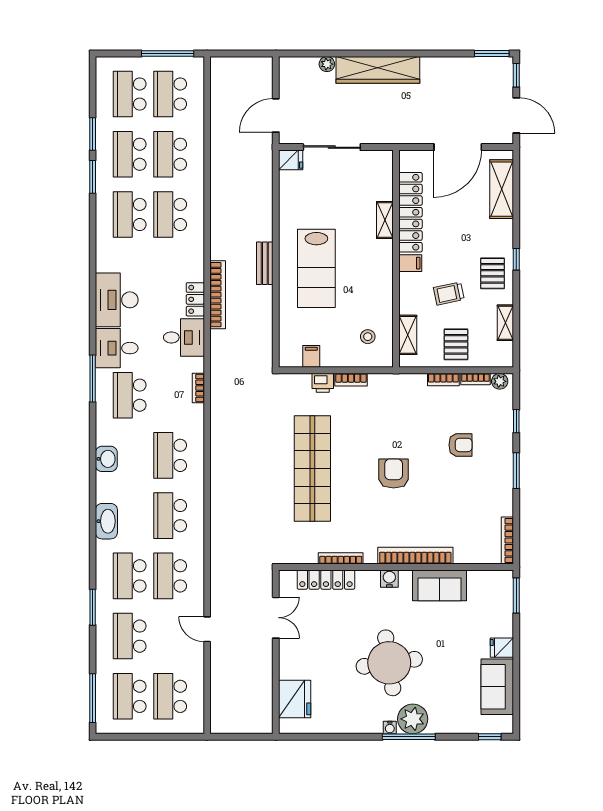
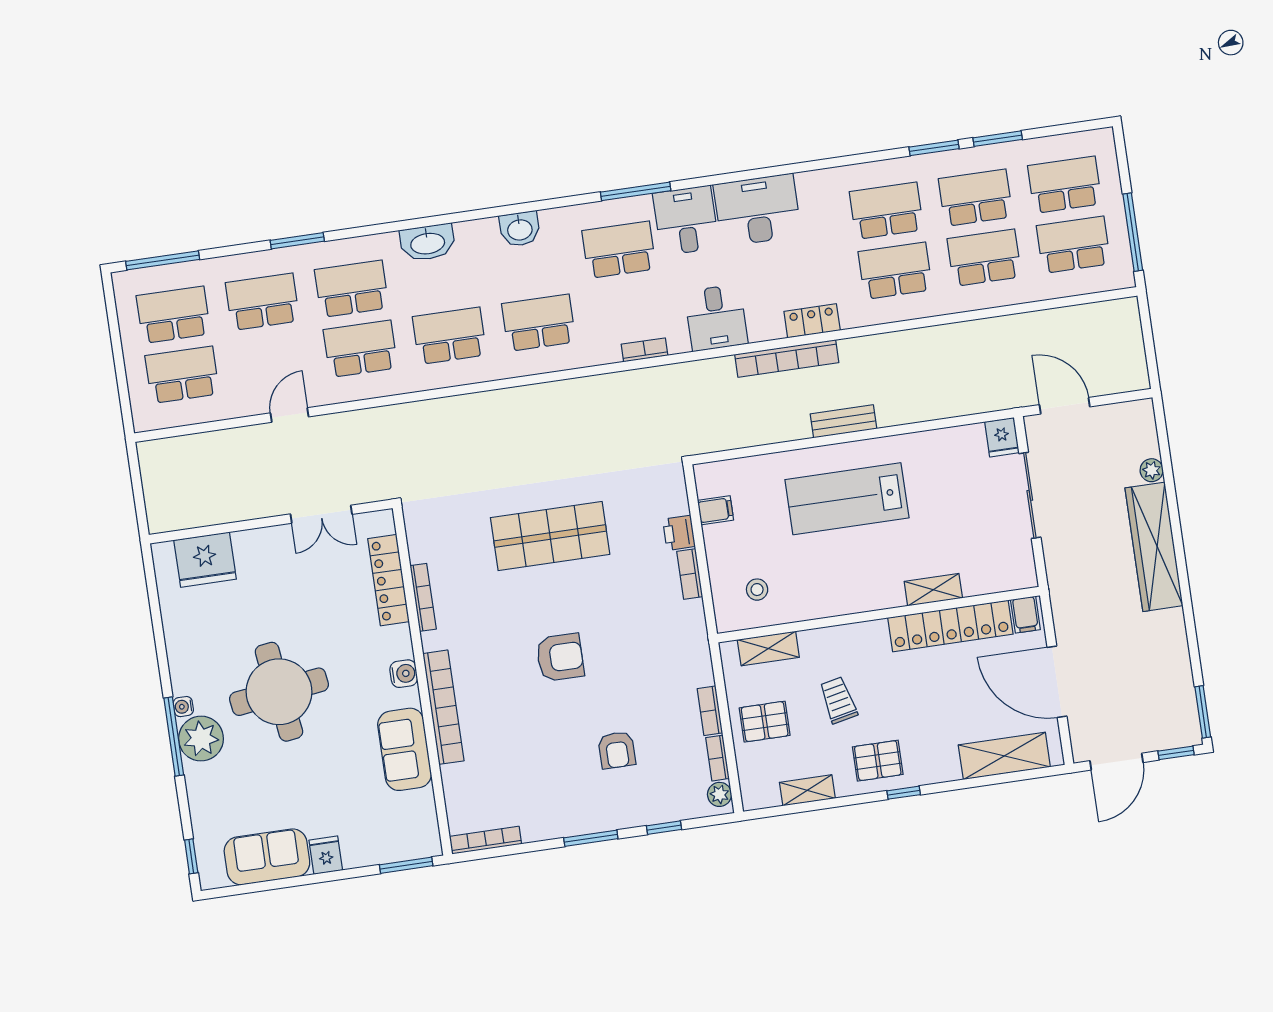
filing cabinet: (410, 263) -> (1025, 615), moved
locker: (195, 299) -> (812, 321), moved
shop shelf: (312, 468) -> (550, 536), width x0.71

